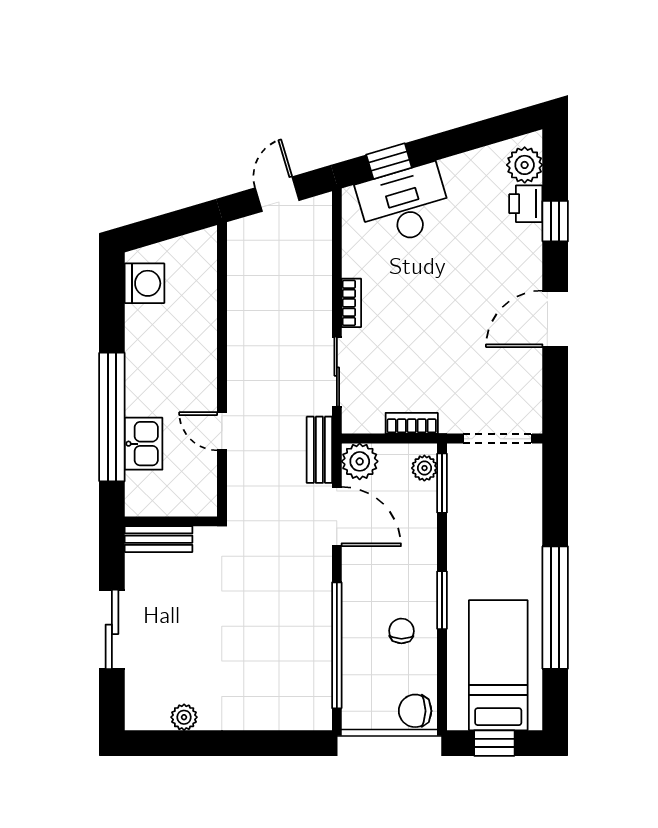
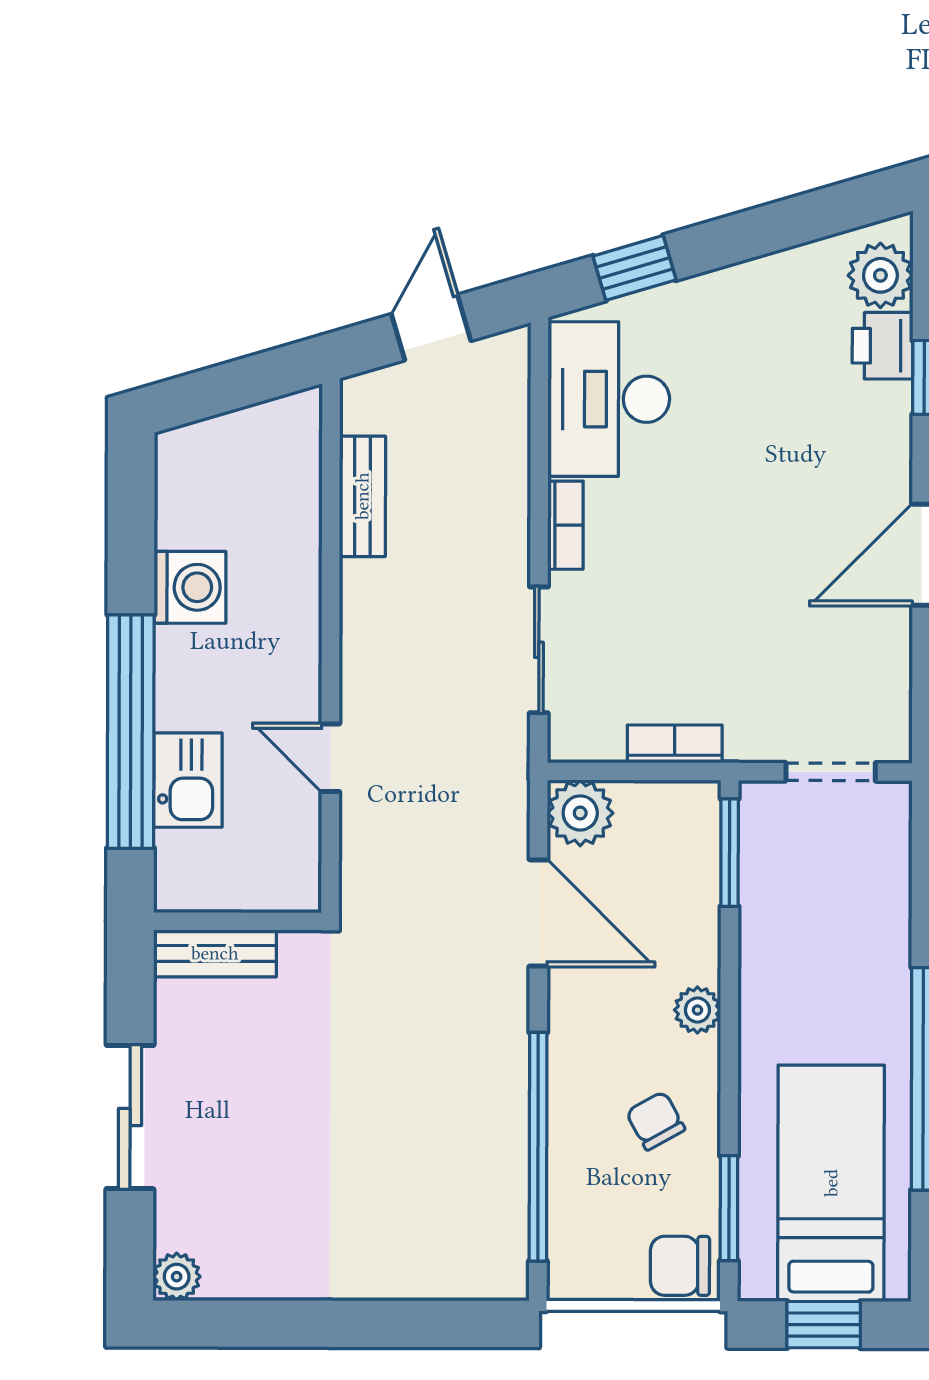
desk: (404, 205) -> (609, 399), moved, turned -74
washing machine: (145, 283) -> (190, 587), moved
doorway: (498, 439) -> (831, 772), width x0.73
bench: (319, 450) -> (362, 496), moved
plant: (424, 468) -> (697, 1010), moved
window: (442, 600) -> (729, 1208), moved
chair: (401, 631) -> (655, 1121), turned -30
plant: (184, 717) -> (177, 1277), moved

